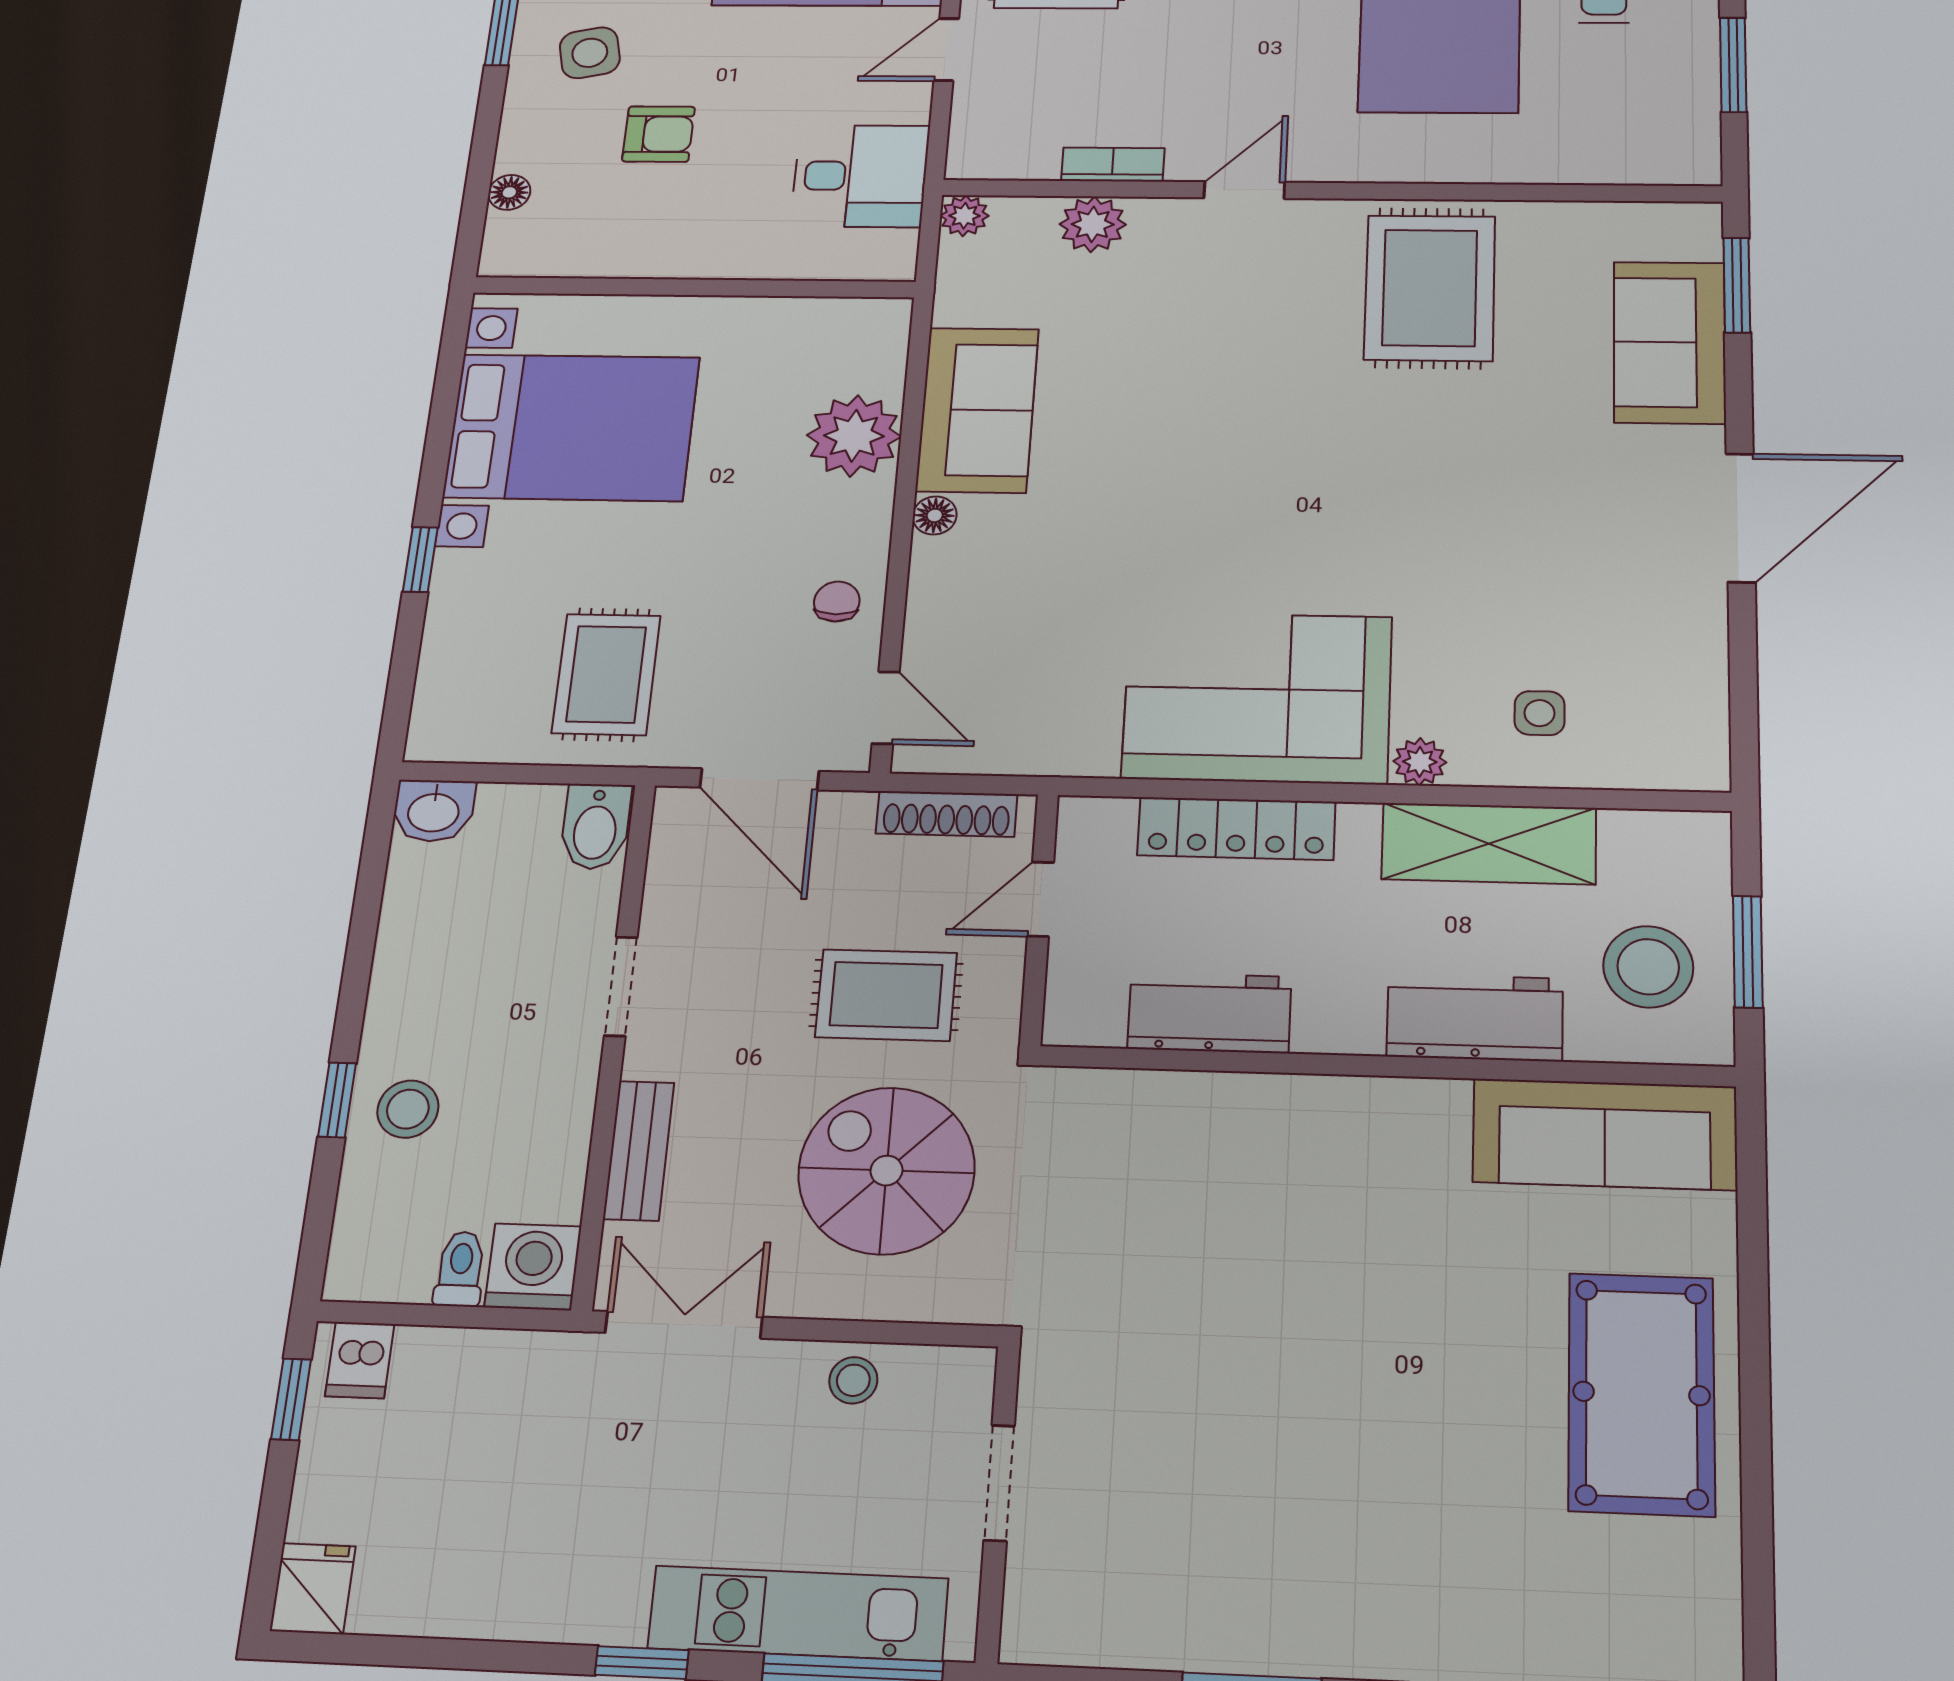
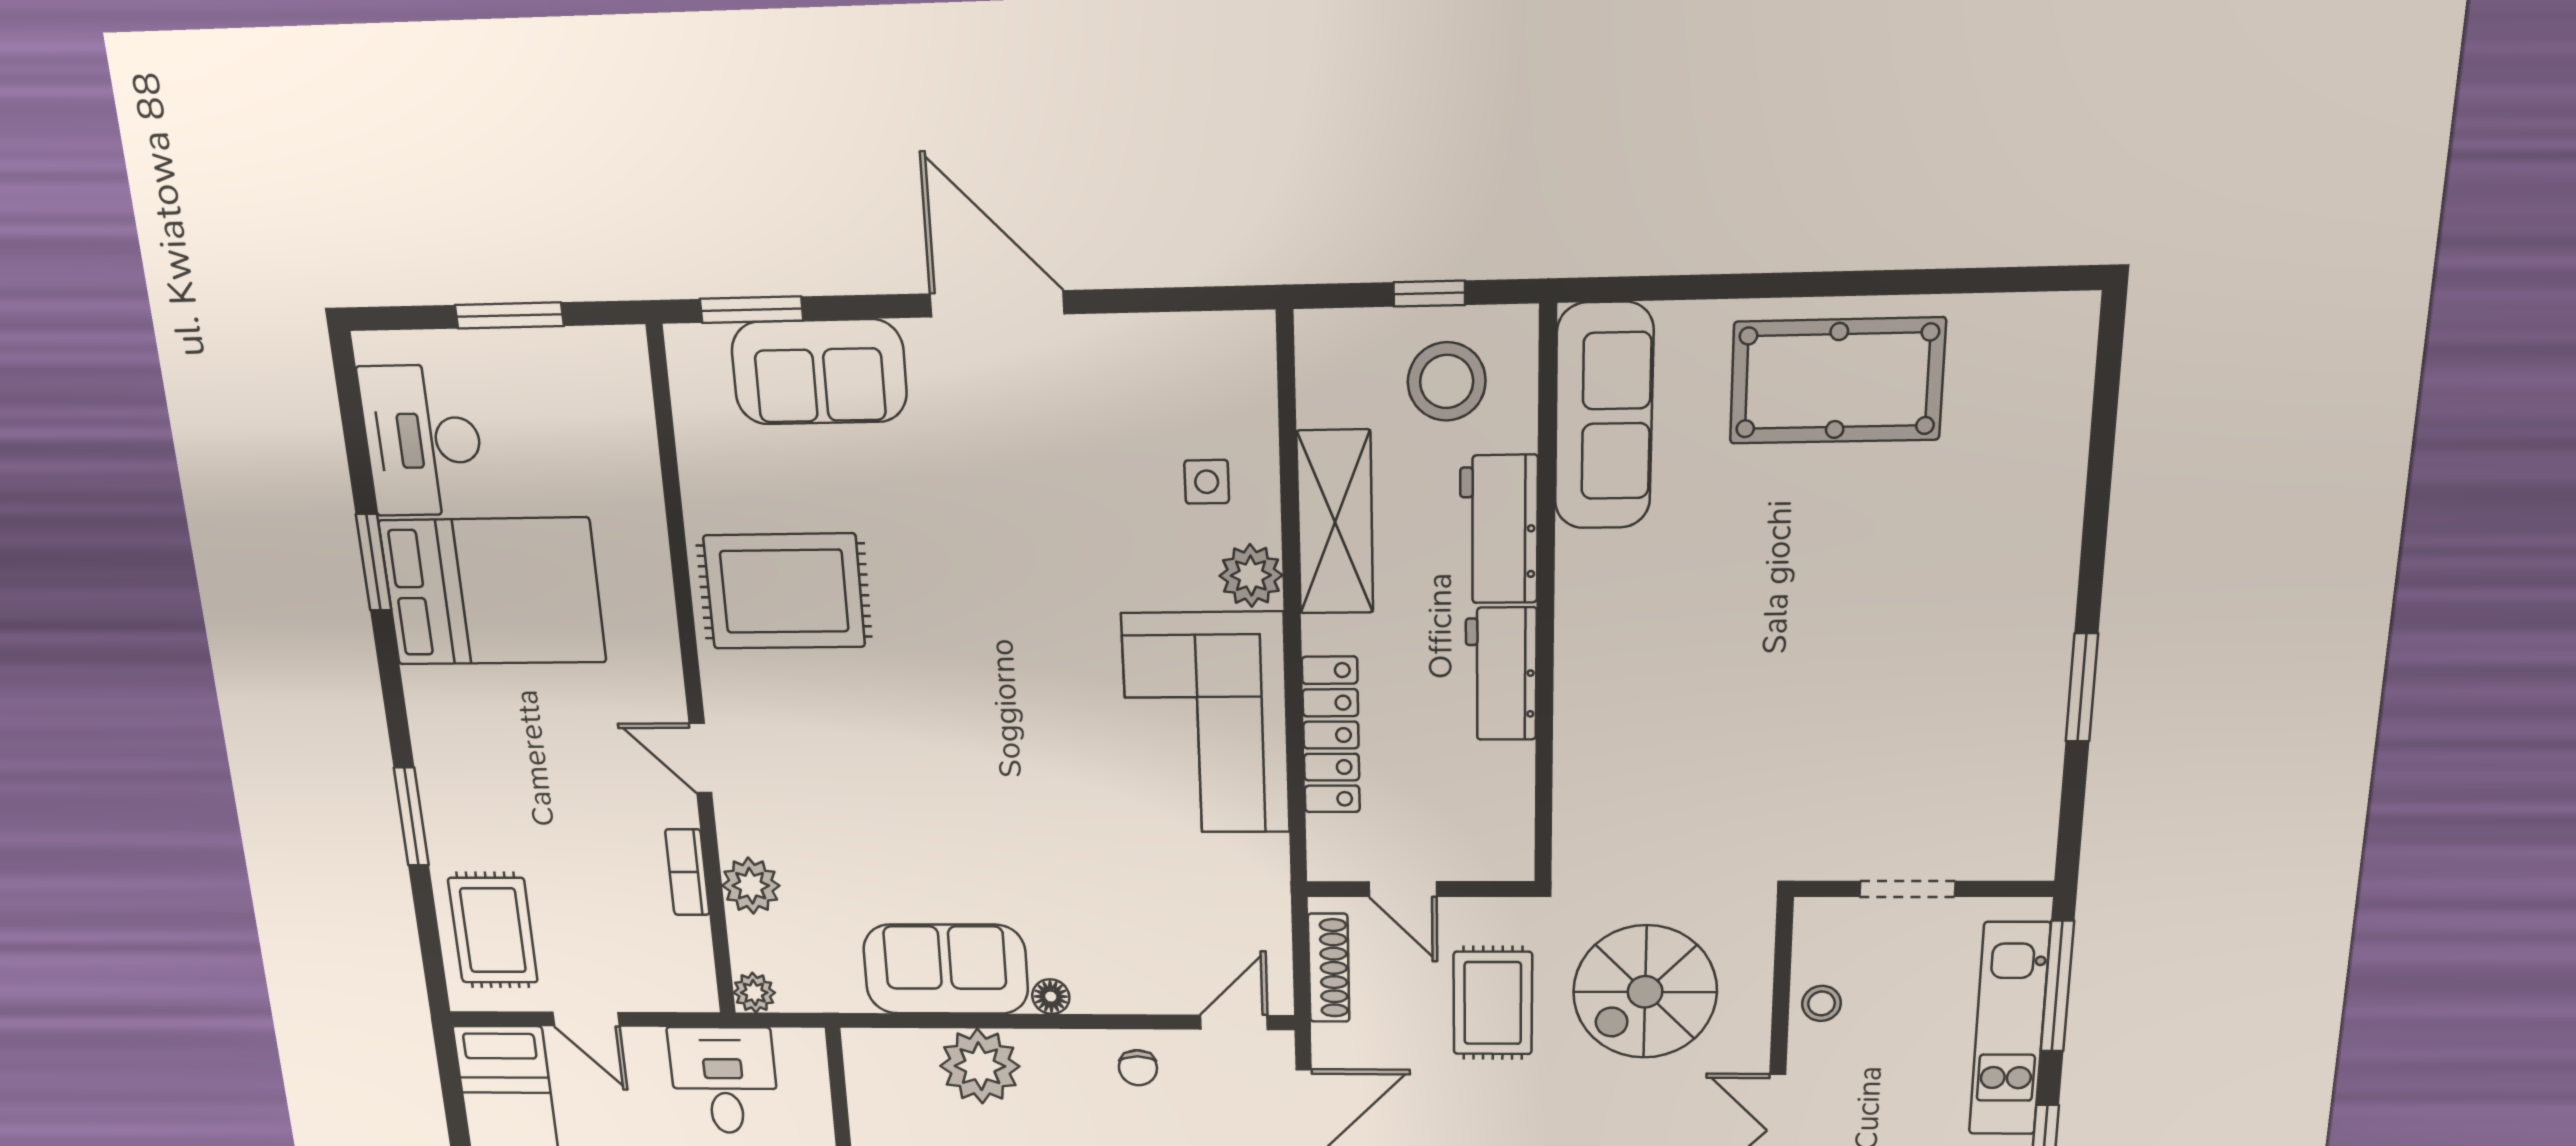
chair: (837, 601) -> (1138, 1068), turned -90
plant: (1420, 762) -> (1251, 575), width x1.38, depth x1.38
window: (1748, 952) -> (1429, 294), width x0.67
workbench: (1209, 1013) -> (1501, 674), moved

